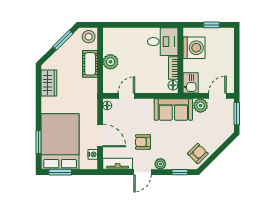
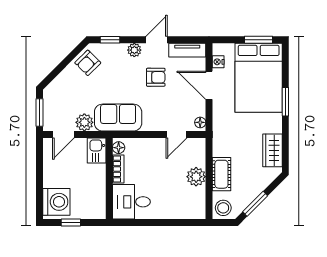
washing machine: (194, 48) -> (56, 202), moved, turned 180
window: (39, 142) -> (285, 102), moved

